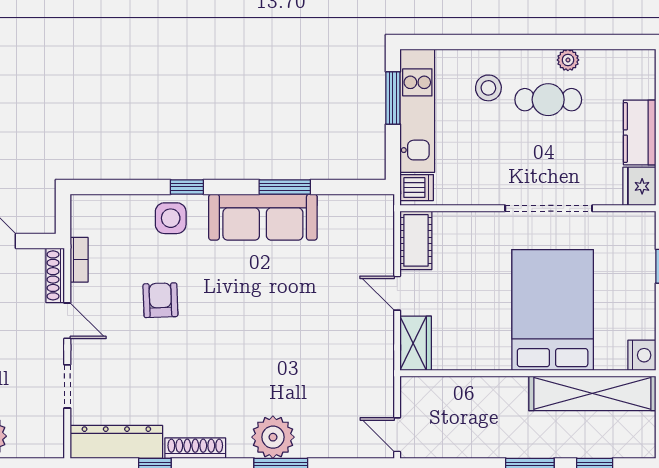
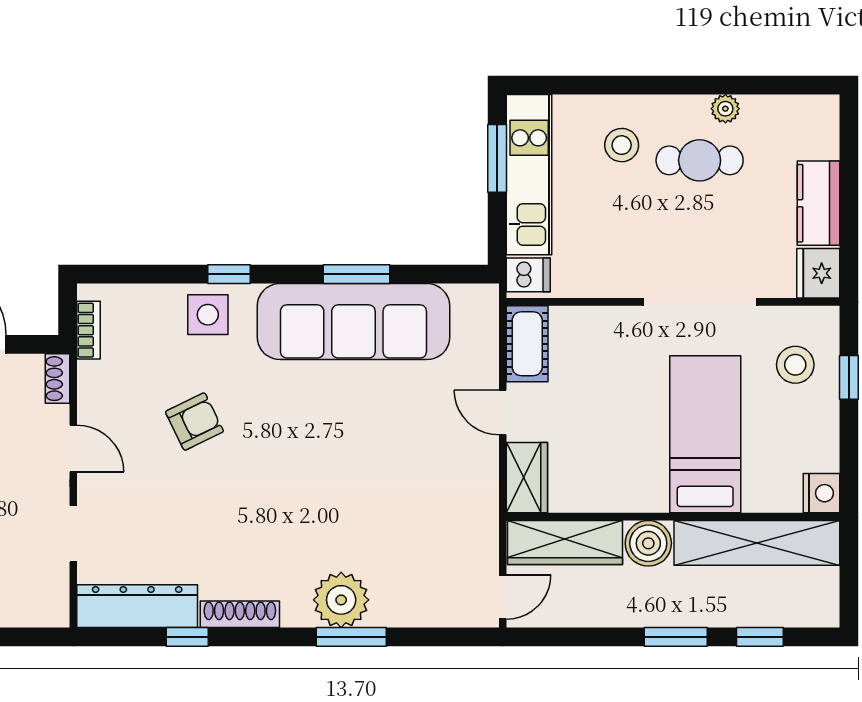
sofa: (263, 217) -> (353, 322), width x1.36, depth x1.27
stool: (622, 257) -> (795, 365), added
bookcase: (79, 260) -> (89, 330), moved
shoe rack: (55, 275) -> (57, 379), width x0.70
armchair: (160, 300) -> (194, 422), turned 66
bed: (553, 310) -> (705, 434), width x0.67
wardrobe: (445, 393) -> (565, 542), added
boiler: (509, 394) -> (648, 543), added
door: (397, 435) -> (503, 597), swing flipped

